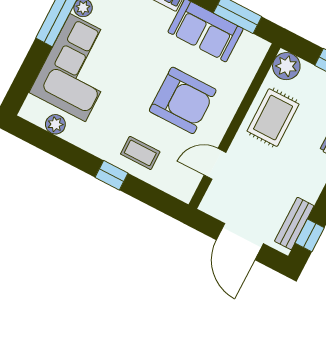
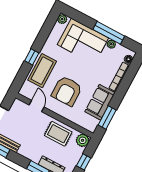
plant: (55, 124) -> (62, 19), moved
coffee table: (140, 153) -> (42, 71), width x1.86, depth x1.72

